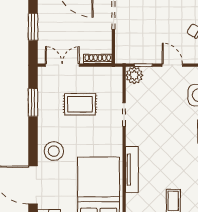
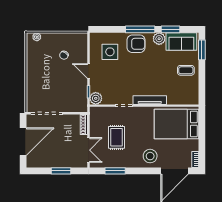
double door: (62, 65) -> (88, 150), swing flipped
door: (172, 65) -> (88, 71), hinge flipped
tv unit: (132, 170) -> (150, 100), moved

